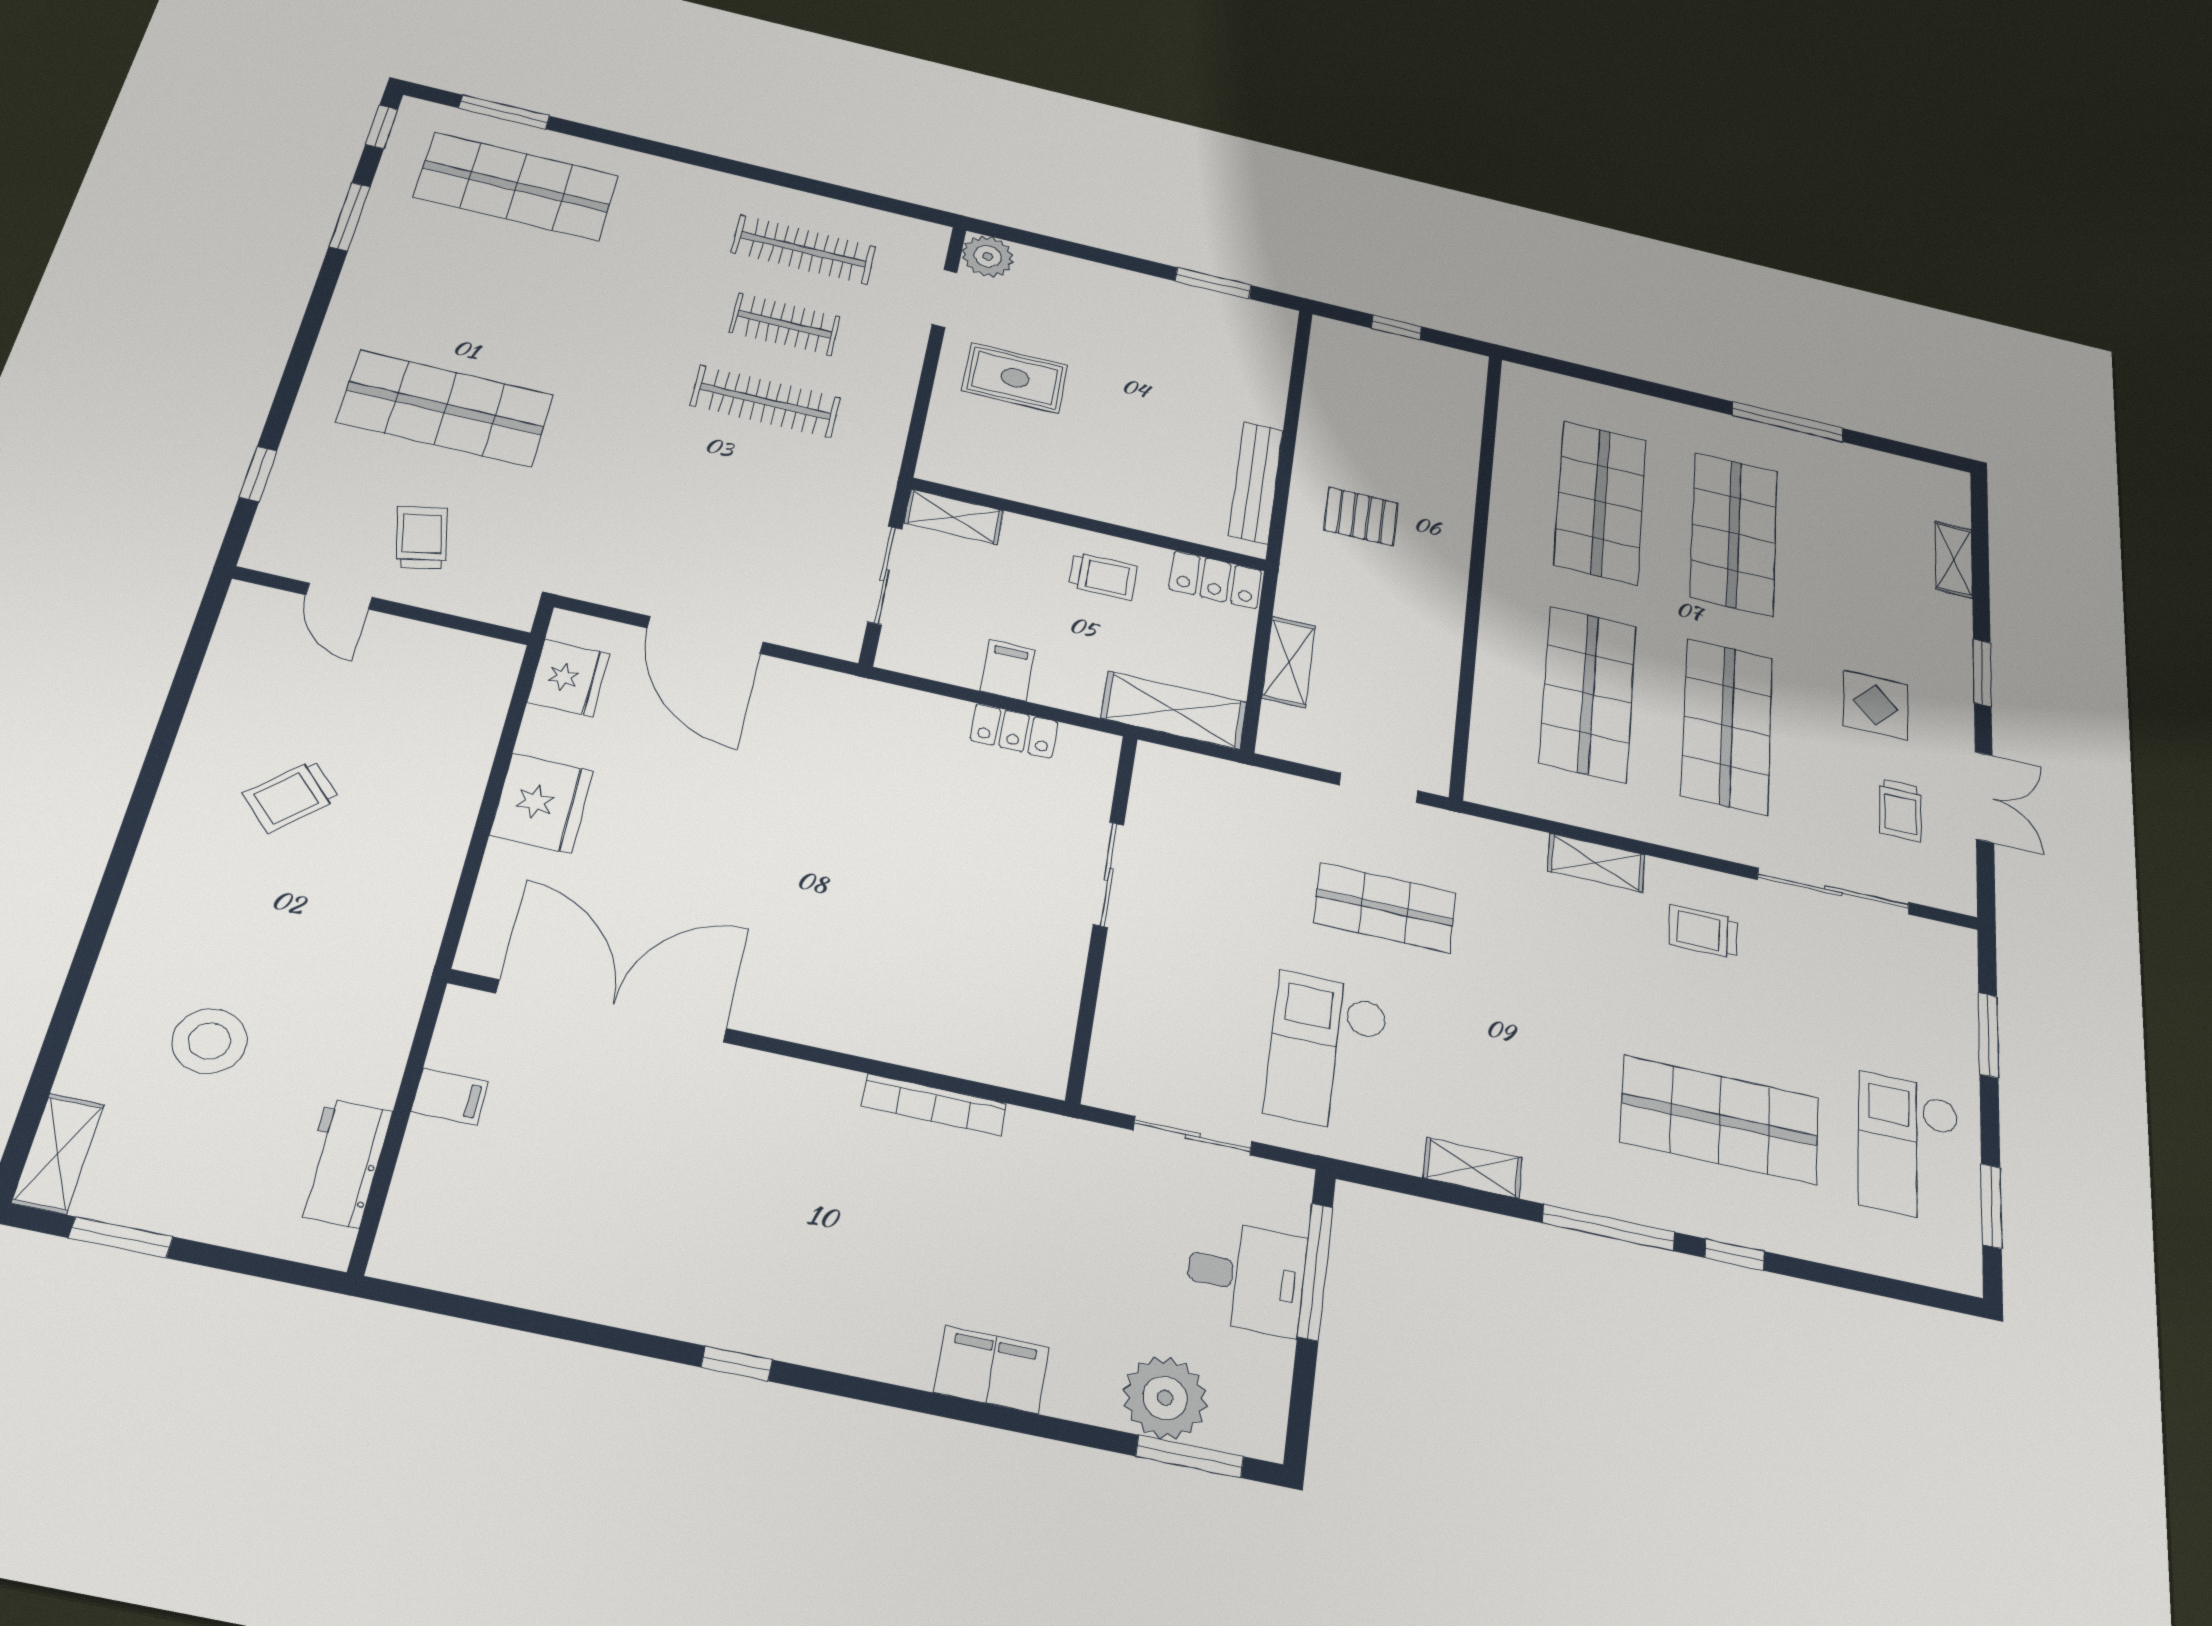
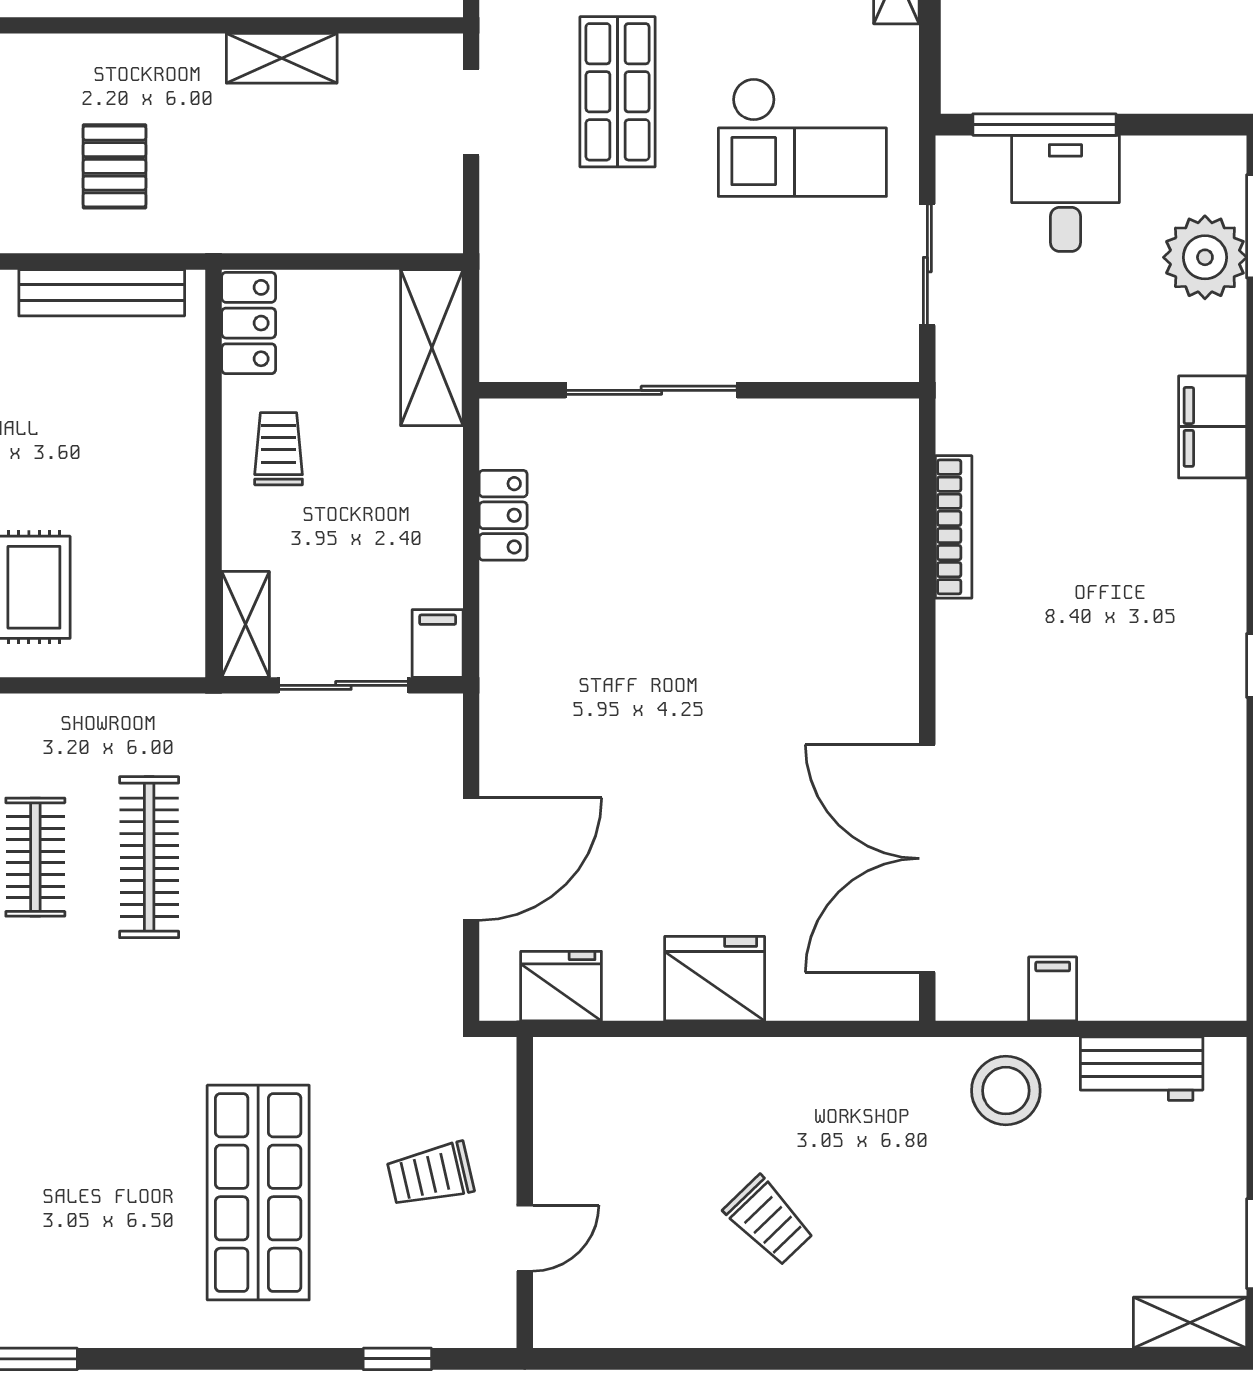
shelving: (1289, 662) -> (282, 58), moved
filing cabinet: (1008, 670) -> (438, 643), moved, turned 90
sliding door: (1109, 874) -> (651, 390), width x1.37
stool: (209, 1041) -> (1006, 1091), moved

